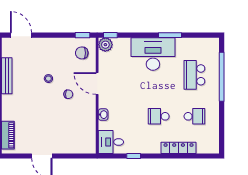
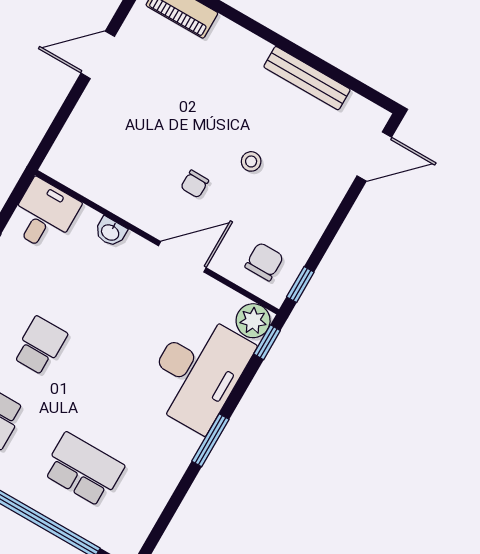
window: (170, 35) -> (210, 440), moved
desk: (153, 54) -> (198, 372), moved

